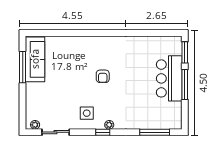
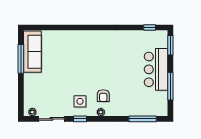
window: (162, 33) -> (150, 27), added
armchair: (103, 76) -> (103, 96), moved
window: (185, 85) -> (170, 86), moved
window: (103, 132) -> (80, 119), moved

